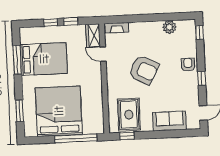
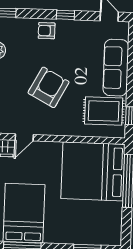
bed: (59, 111) -> (93, 171), moved
sofa: (169, 121) -> (116, 68), width x1.36

